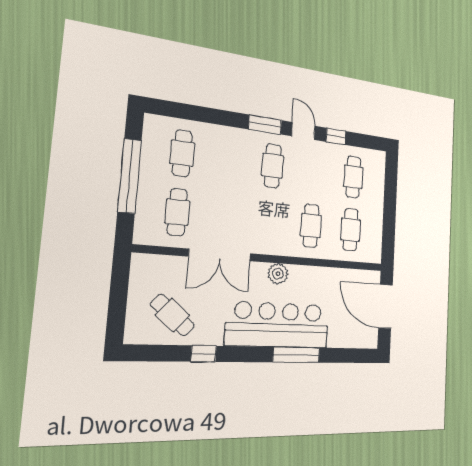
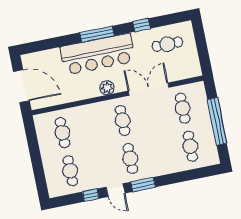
cafe table: (311, 226) -> (123, 120), moved
cafe table: (173, 315) -> (167, 44), turned -41
window: (296, 355) -> (97, 34), moved

